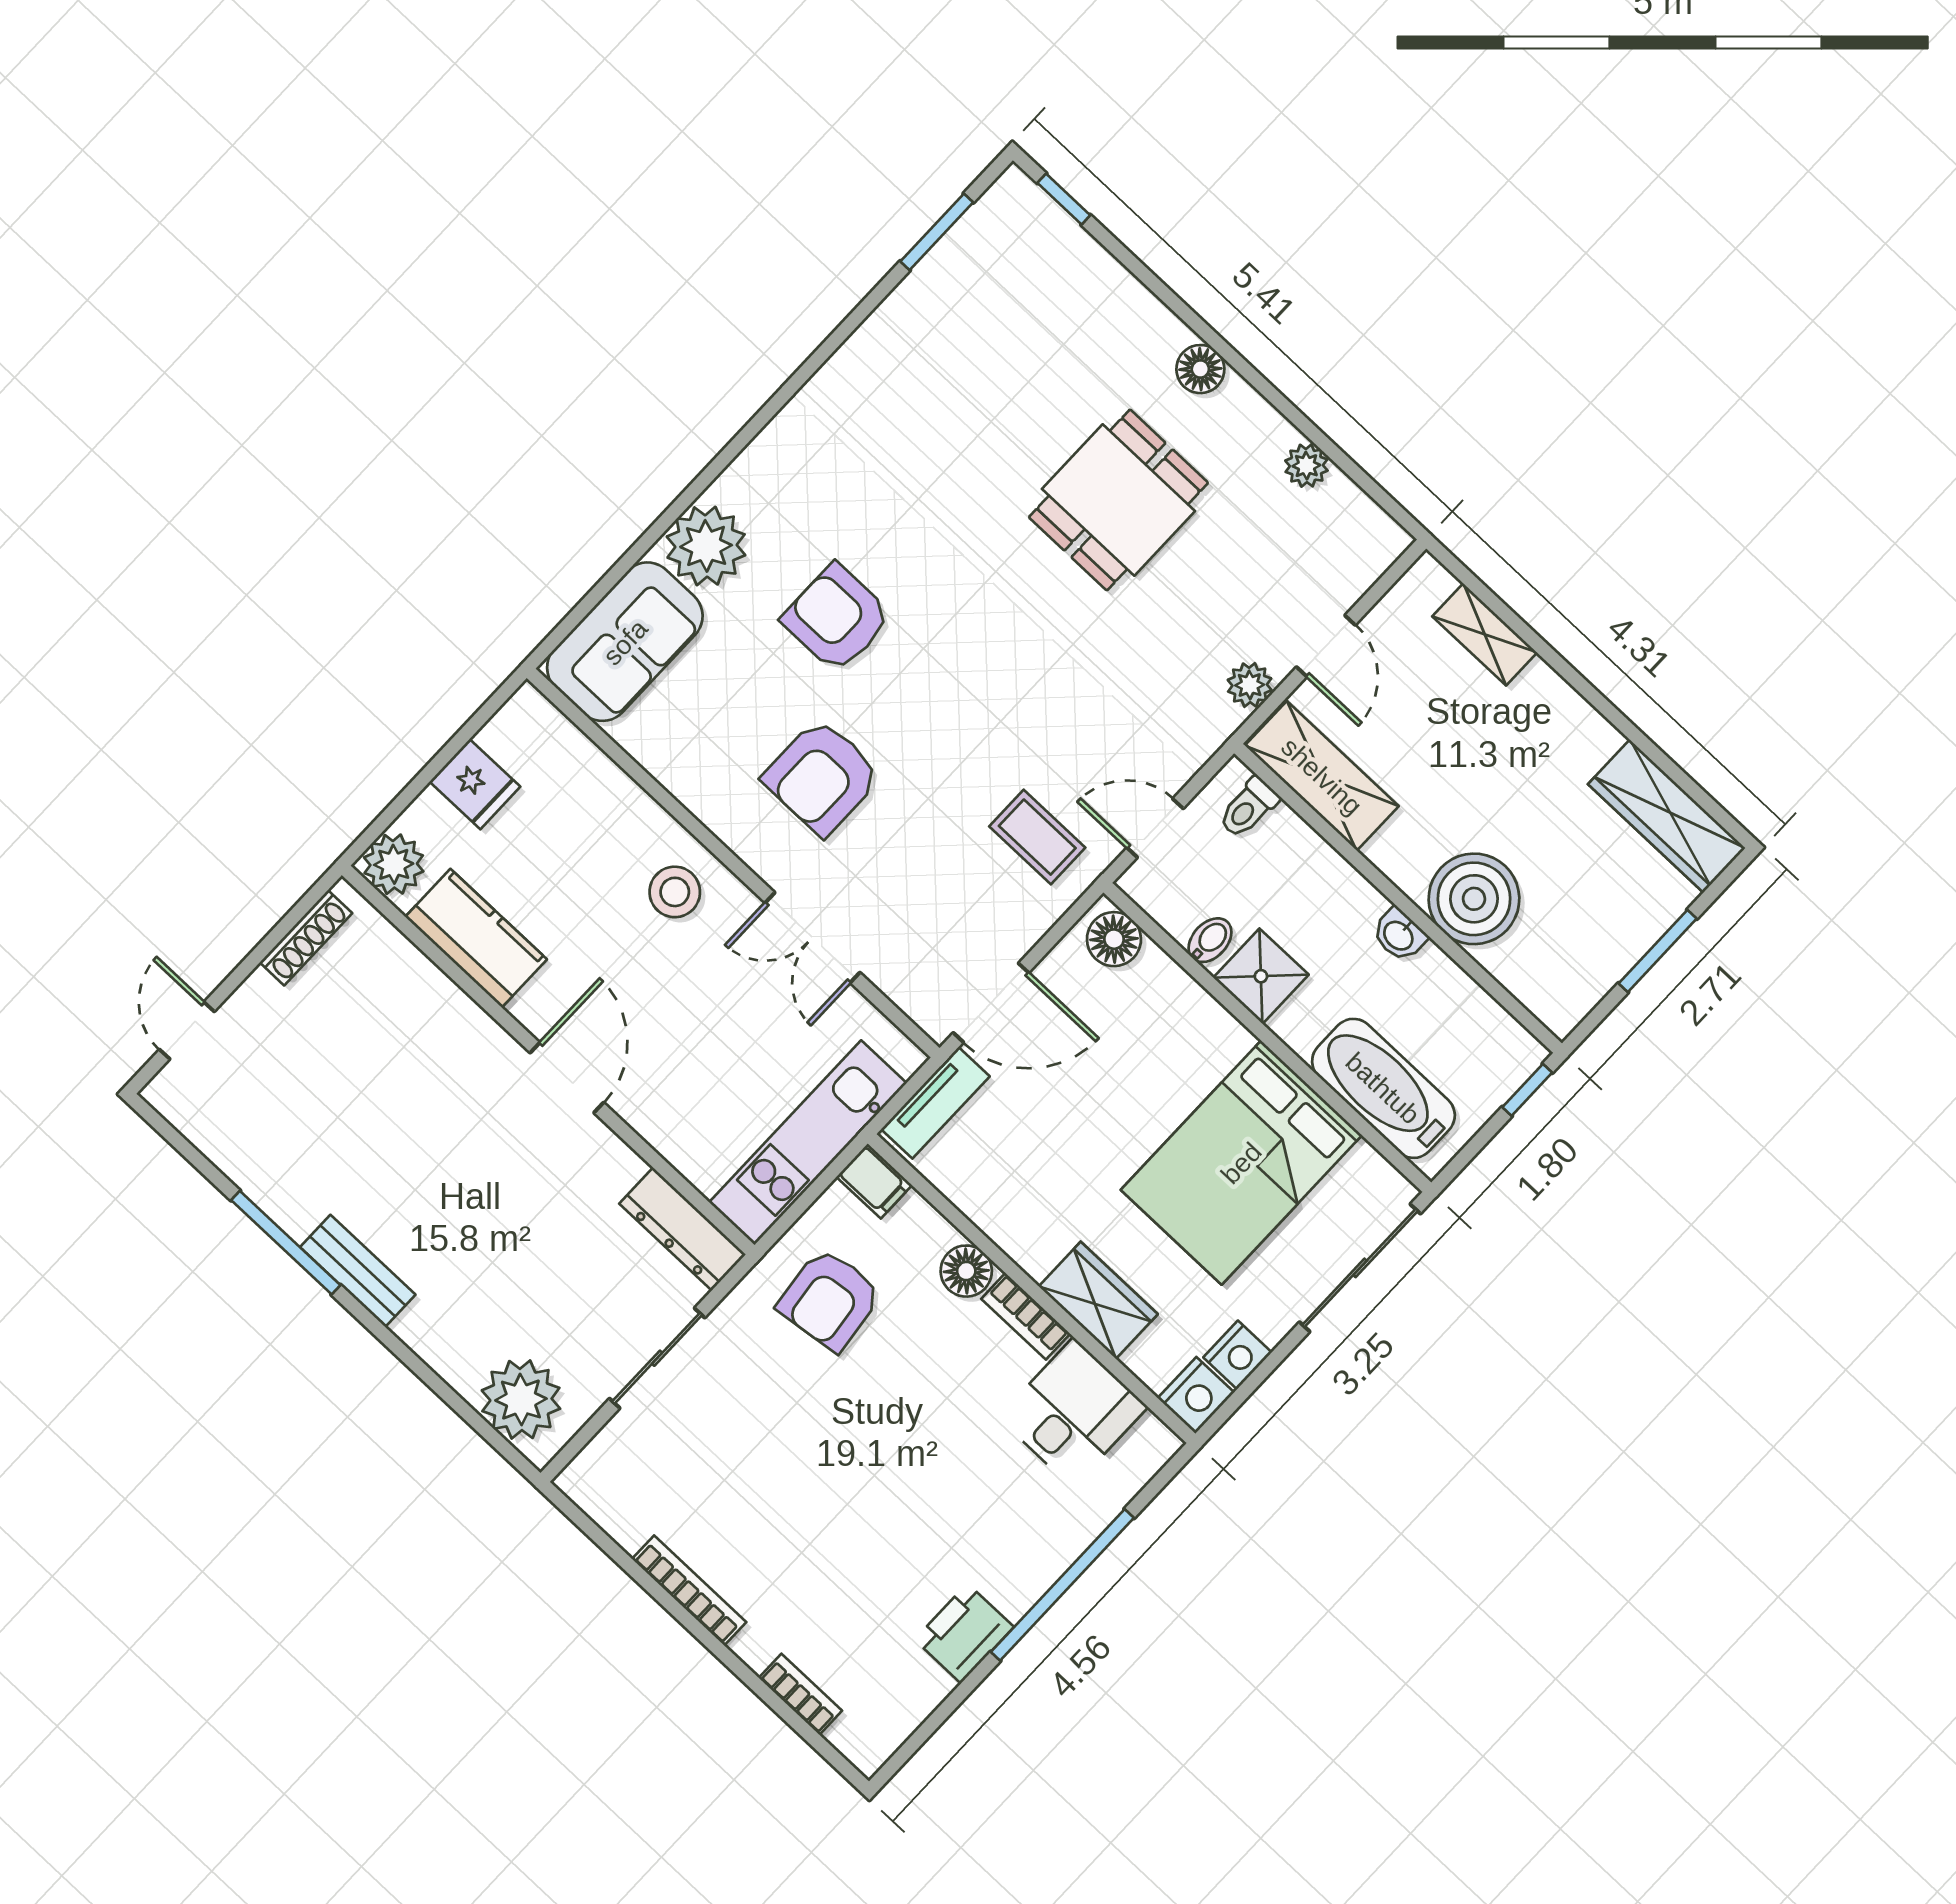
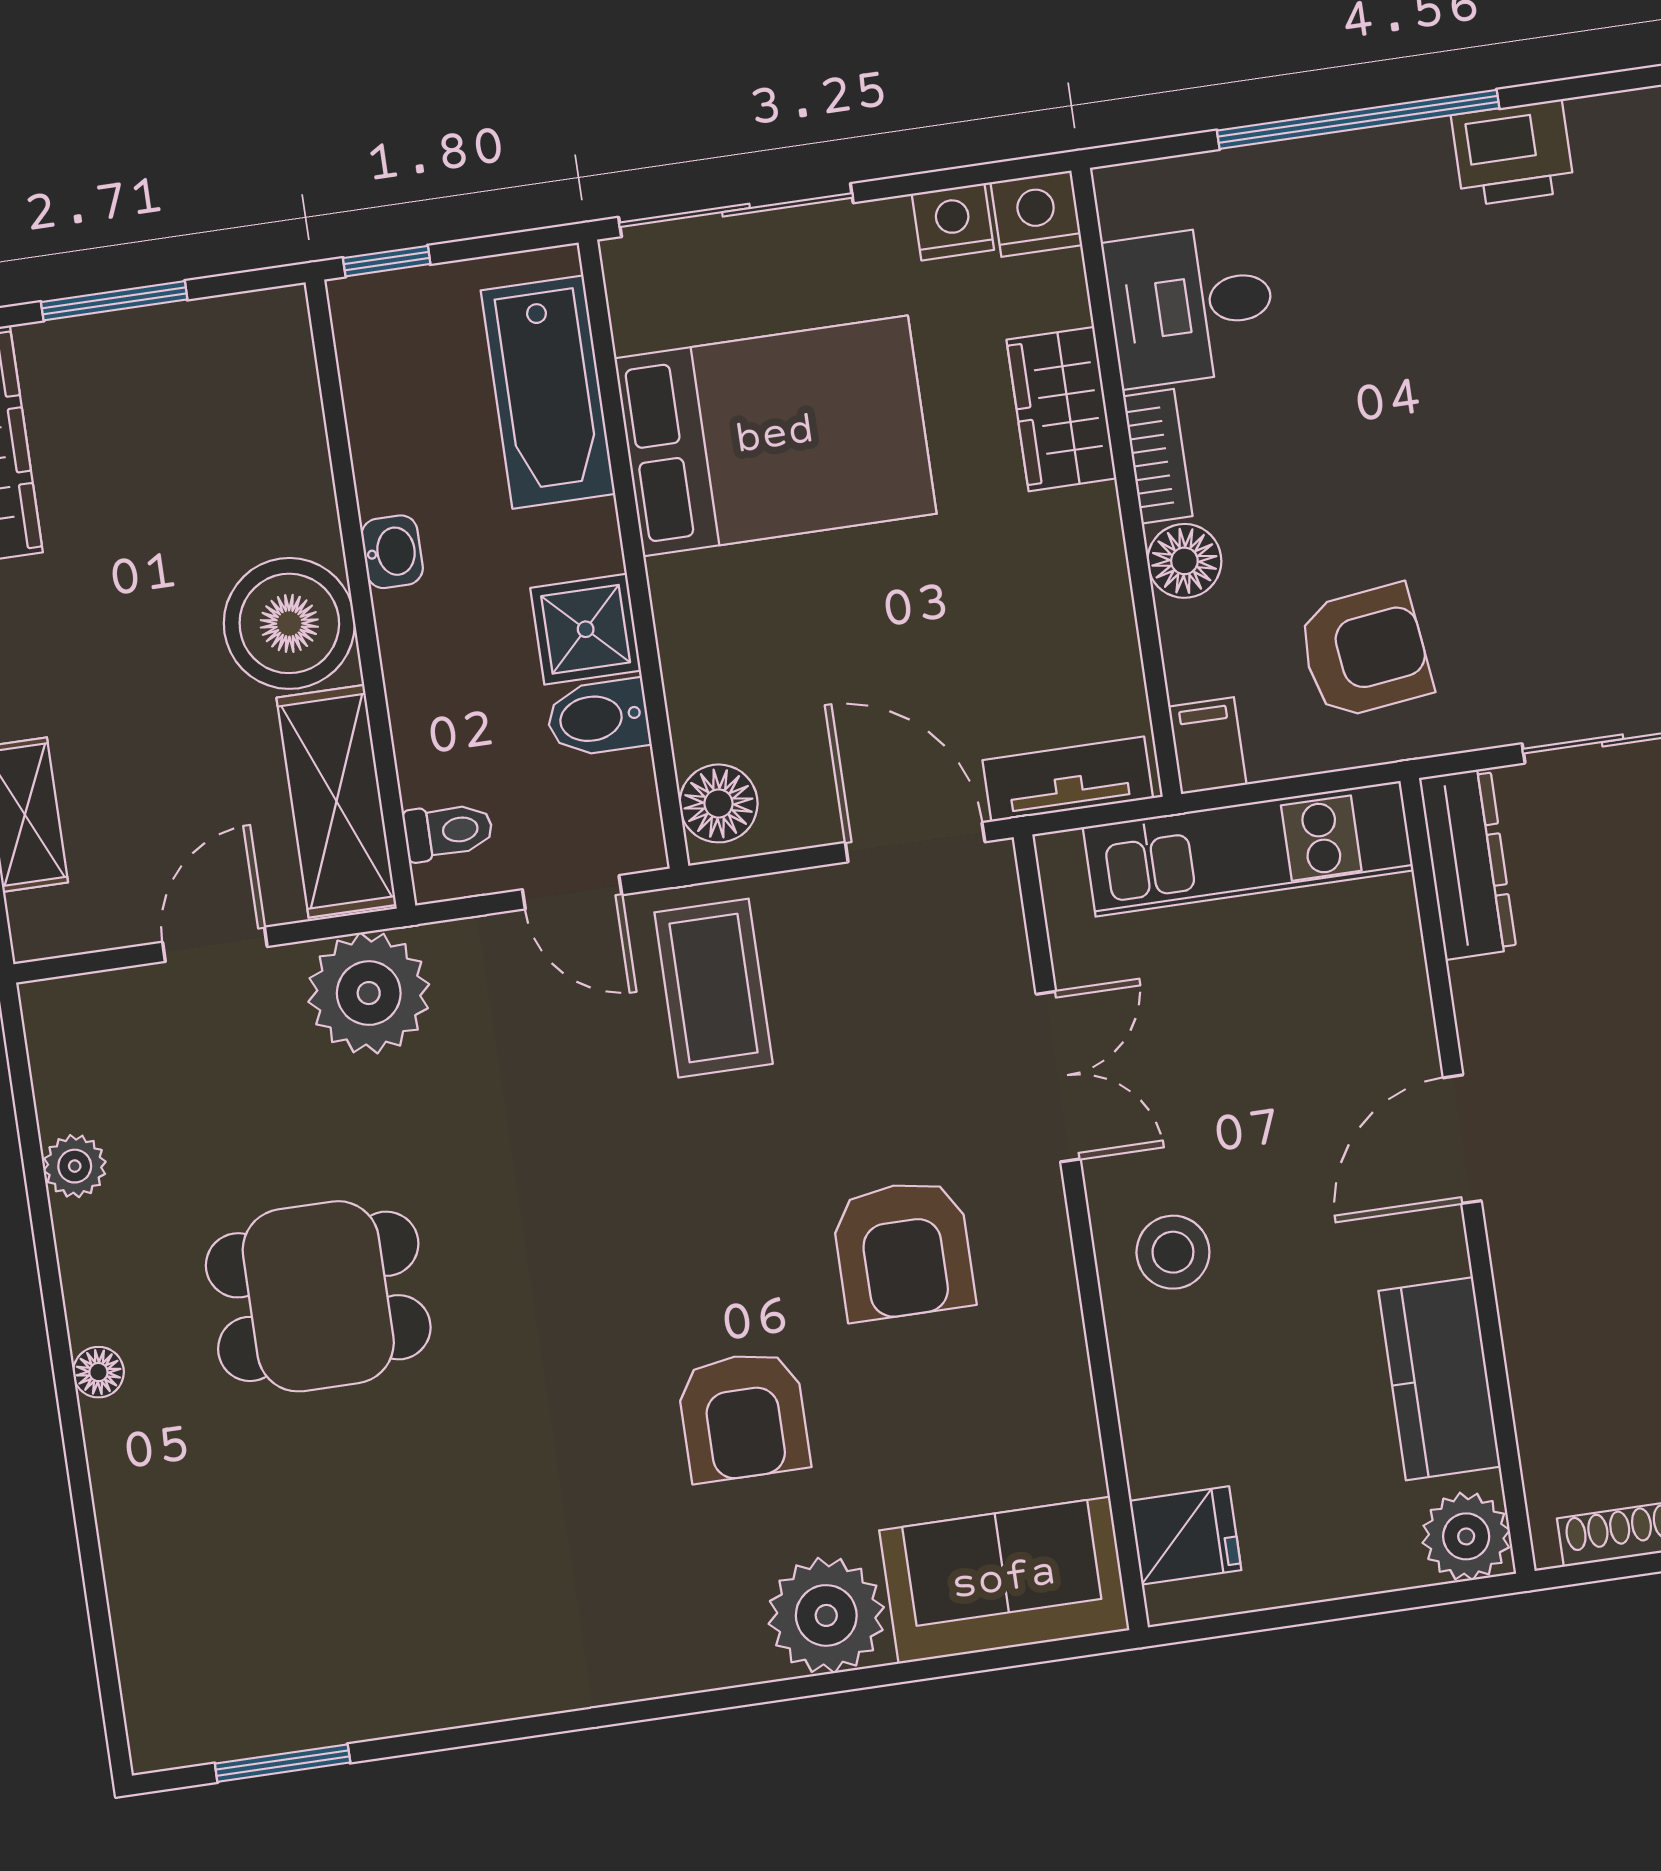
window: (1064, 199) -> (109, 1686), removed
floor lamp: (1200, 369) -> (98, 1372), width x0.73, depth x0.73
plant: (1250, 685) -> (369, 993), width x1.87, depth x1.87
armchair: (822, 777) -> (903, 1250), turned 90
fridge: (475, 784) -> (1185, 1535), moved, turned 90
coffee table: (1037, 837) -> (714, 988), width x1.36, depth x1.30
boiler: (1474, 899) -> (289, 623), moved
bidet: (1210, 940) -> (598, 718), width x1.38, depth x1.36

